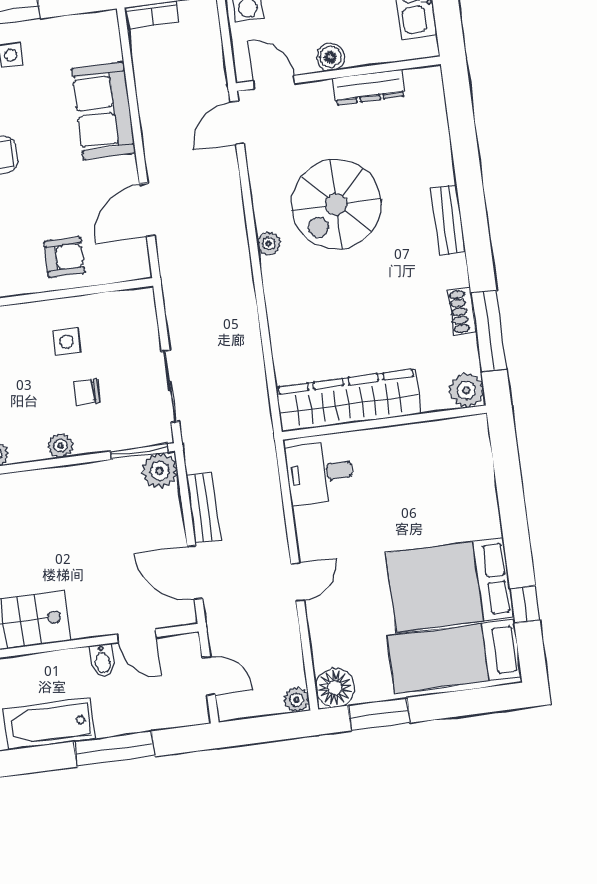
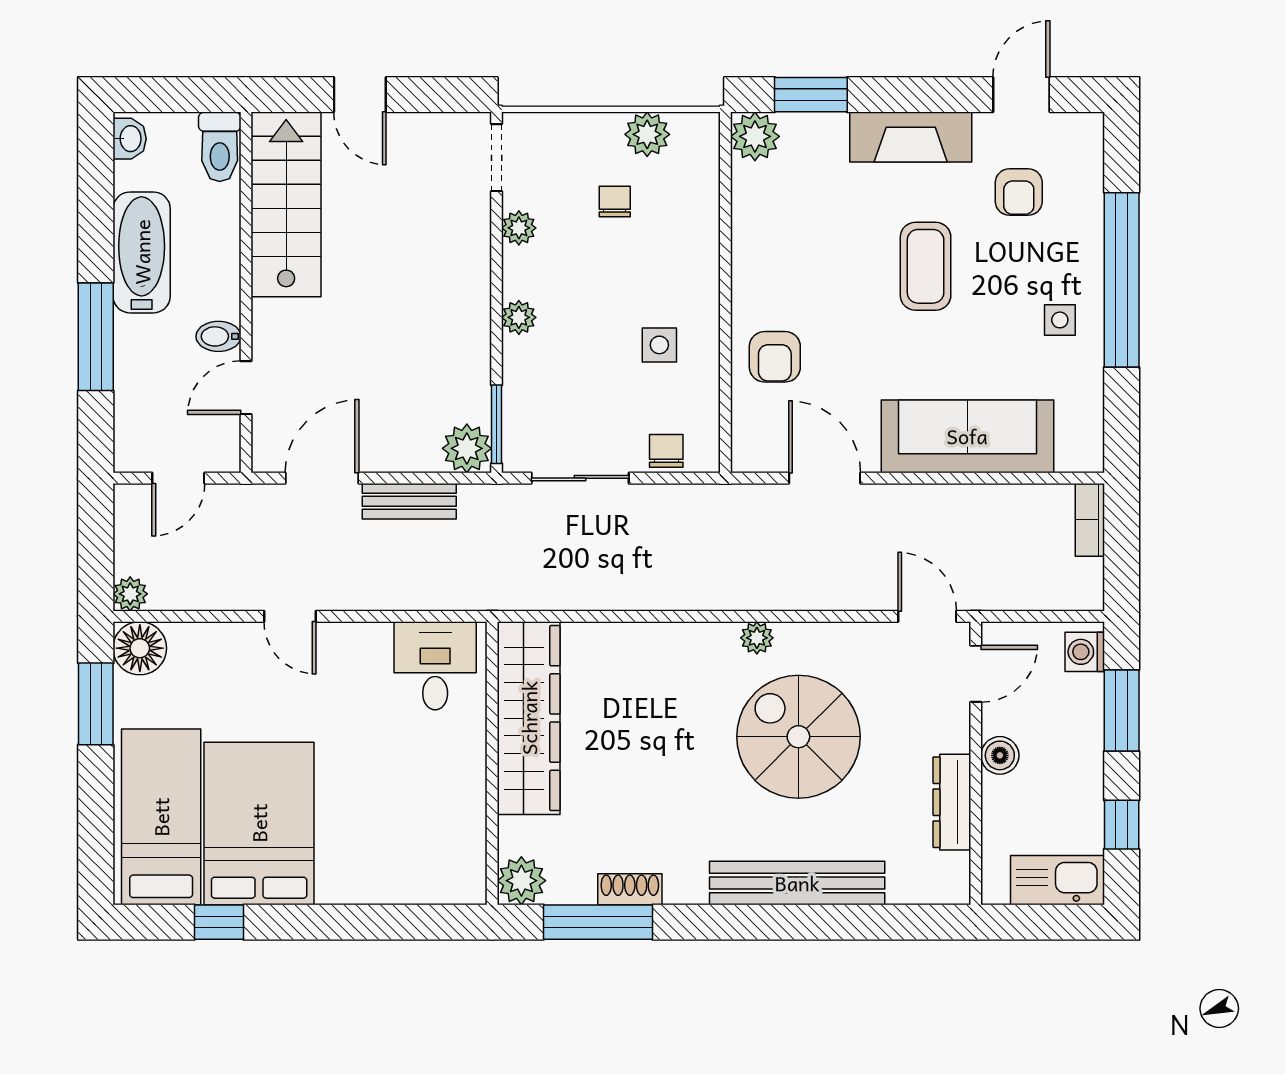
sofa: (103, 111) -> (967, 436), width x1.36
bench: (448, 220) -> (797, 883), width x1.86, depth x1.21
chair: (87, 392) -> (666, 451), moved

